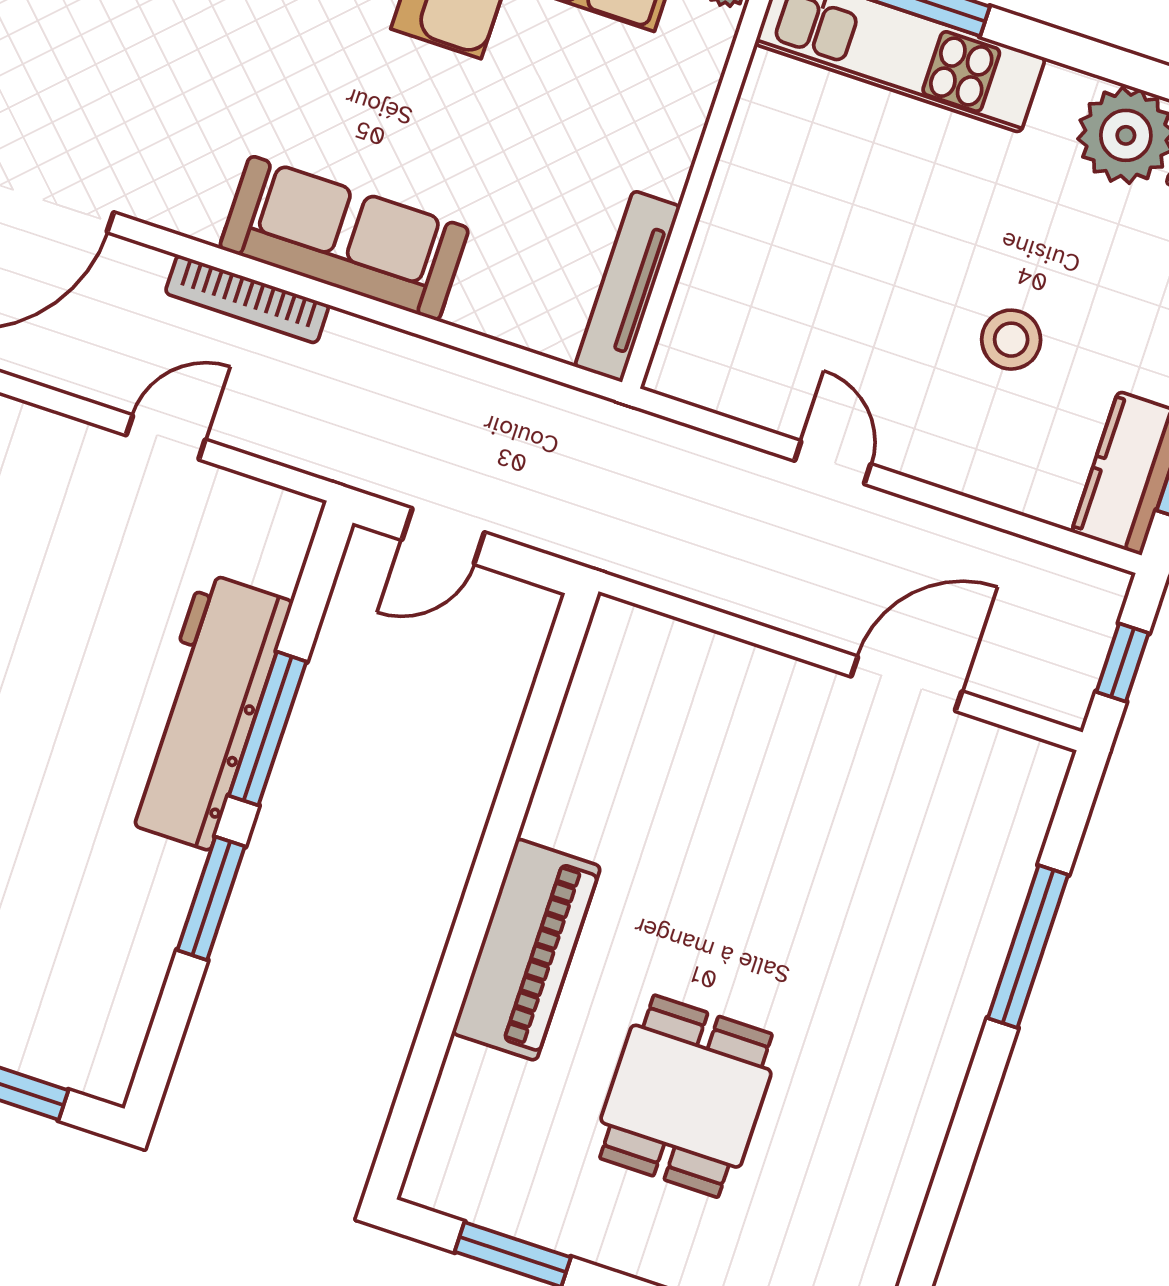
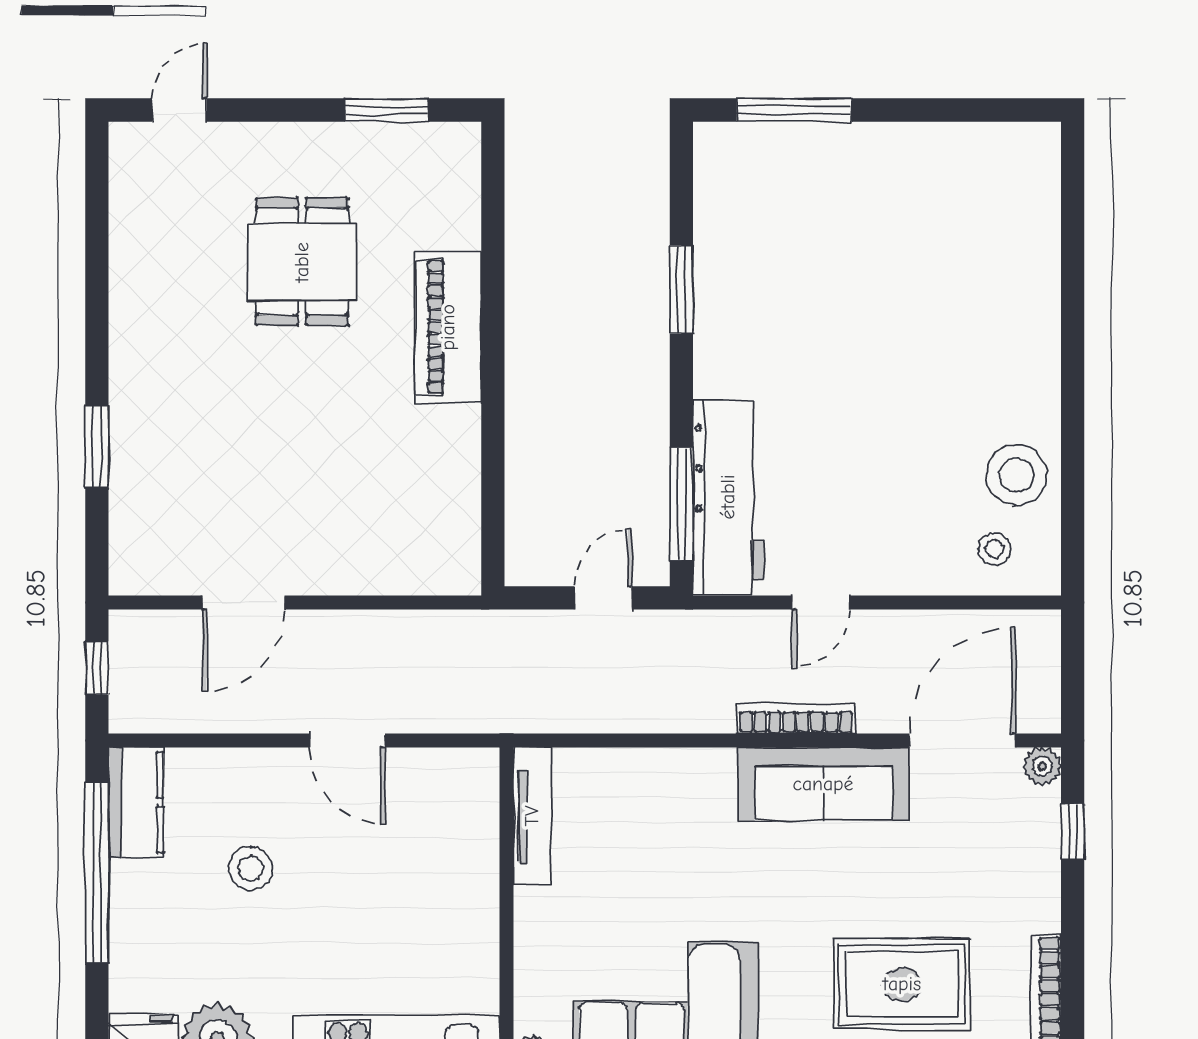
sofa: (344, 238) -> (823, 784), moved
door: (833, 462) -> (347, 741), width x1.38
workbench: (206, 711) -> (728, 497), moved
window: (268, 729) -> (681, 504), moved
window: (1028, 947) -> (97, 446), width x0.69

